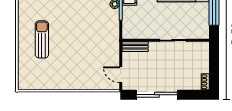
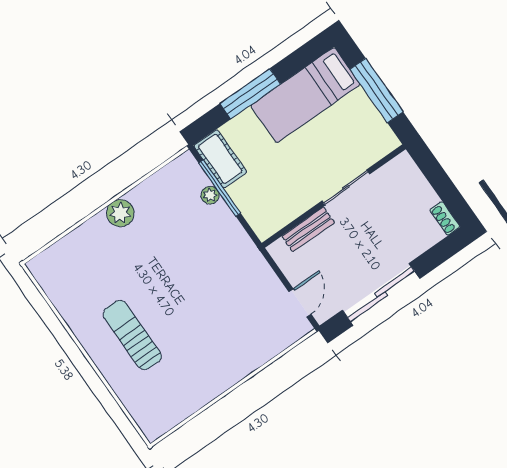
bench: (135, 47) -> (308, 229), moved
door: (121, 75) -> (300, 303), swing flipped

